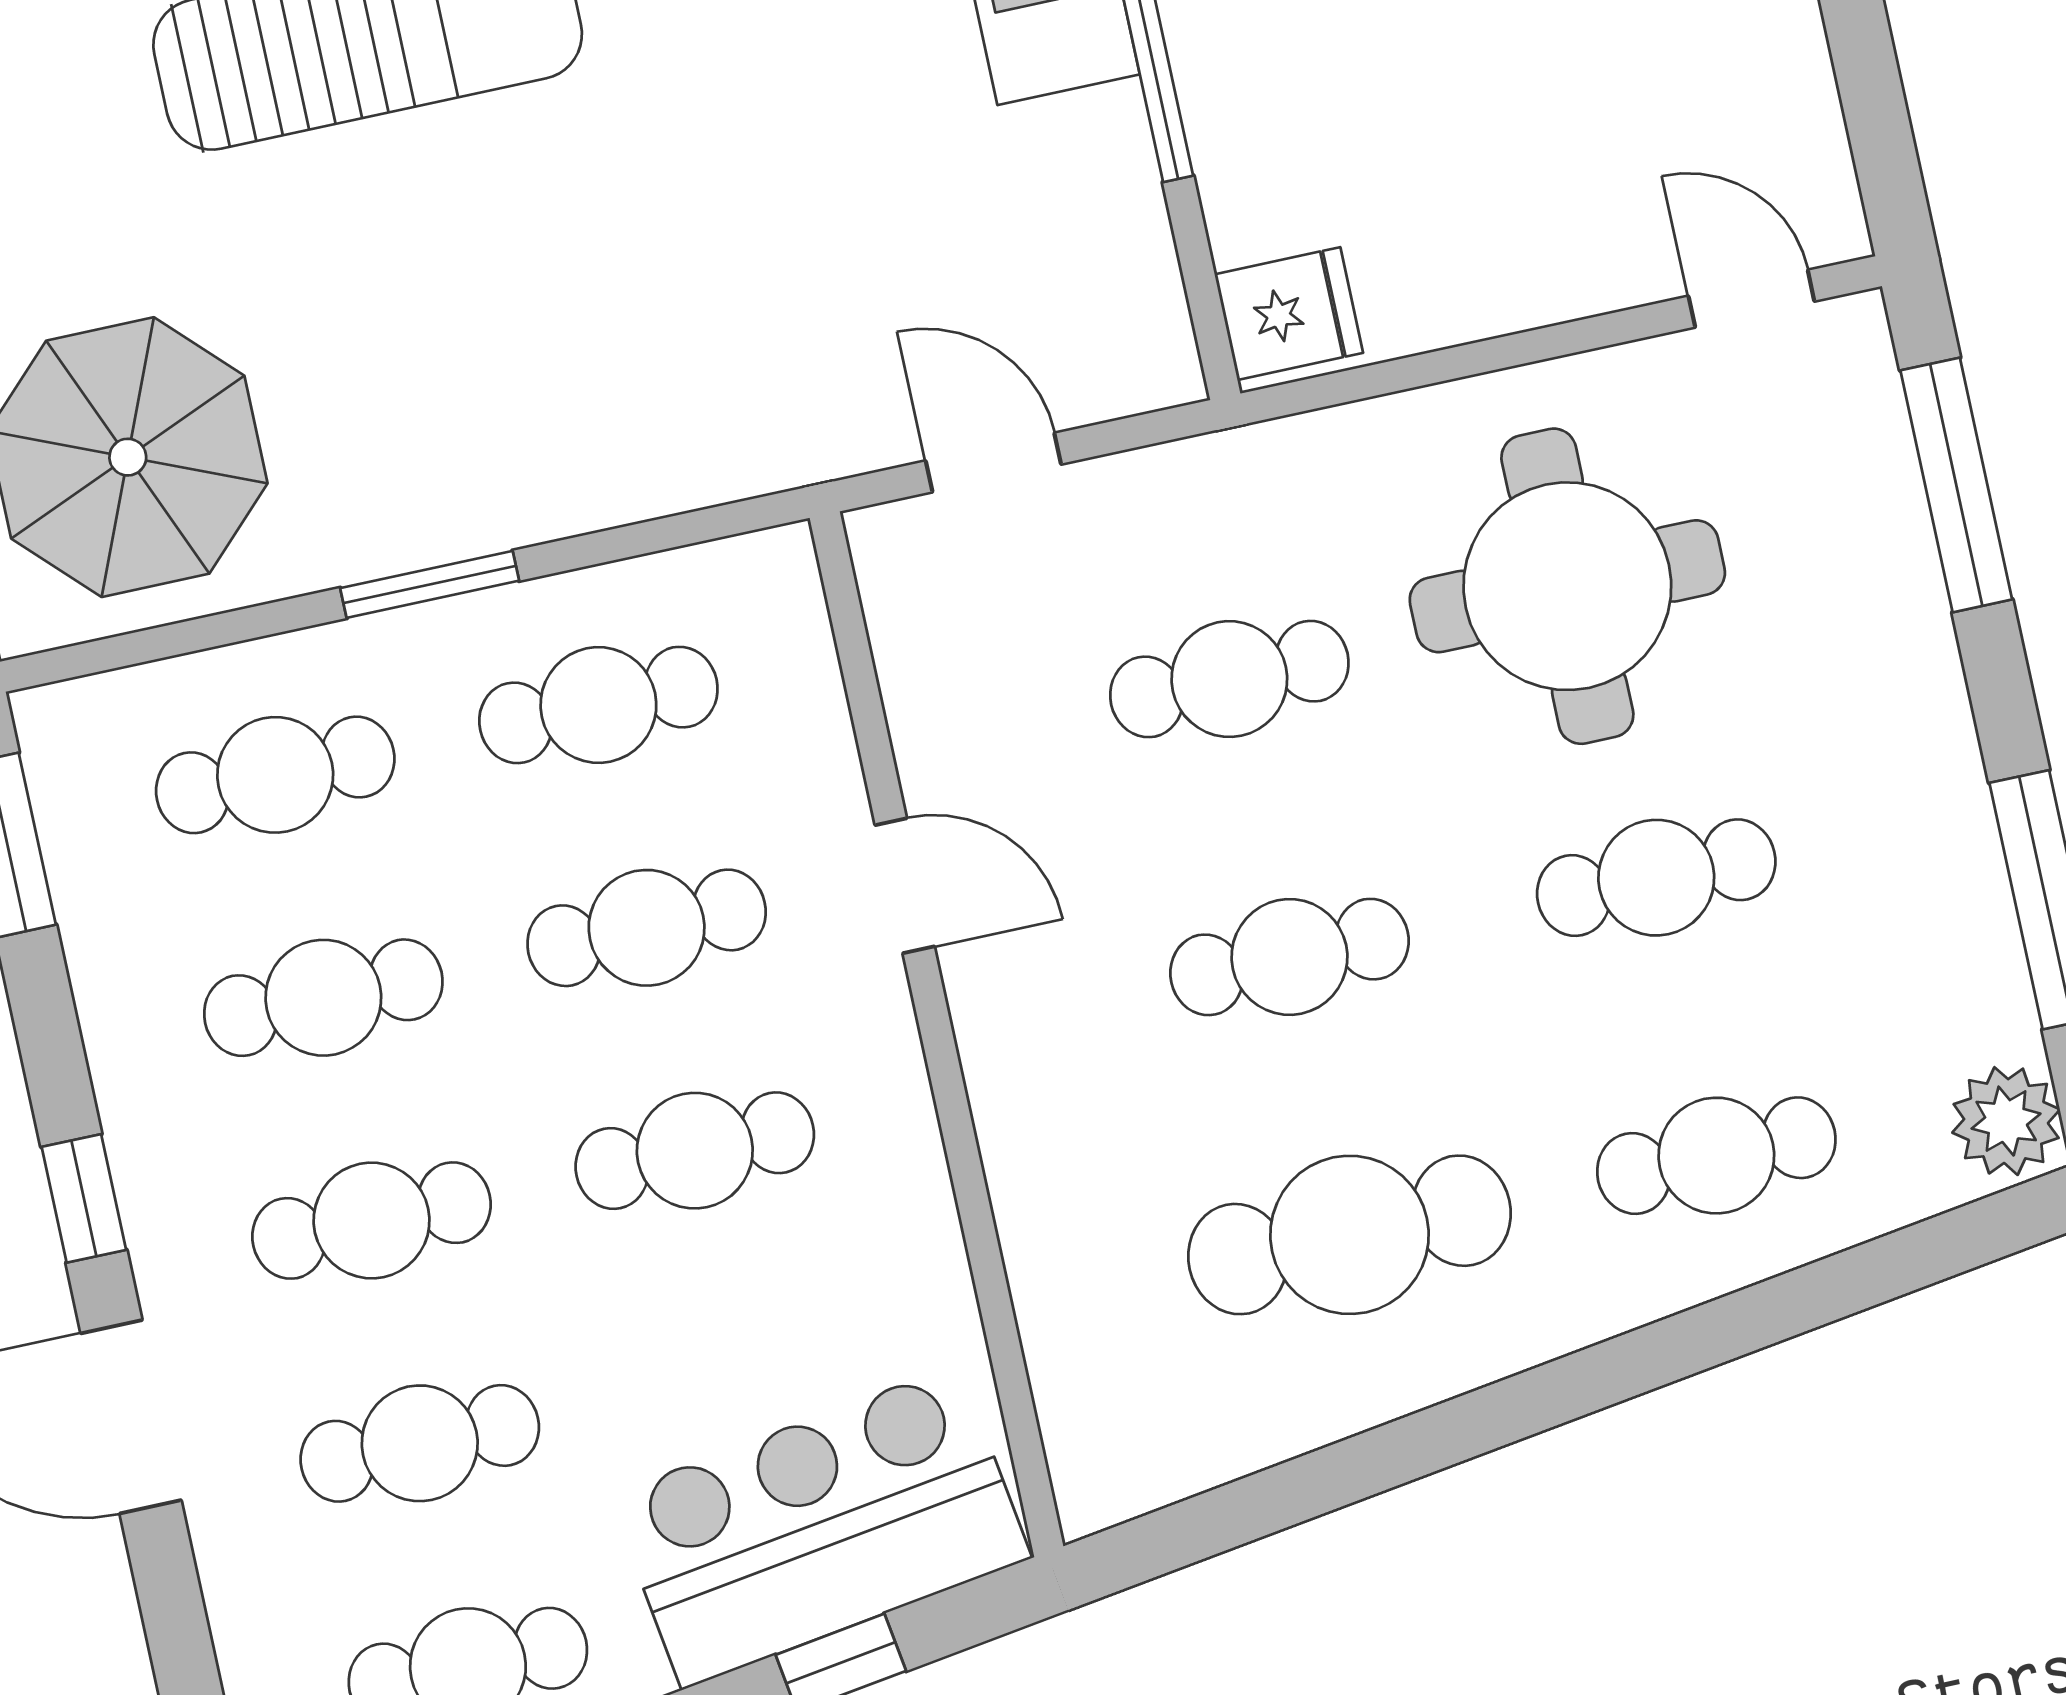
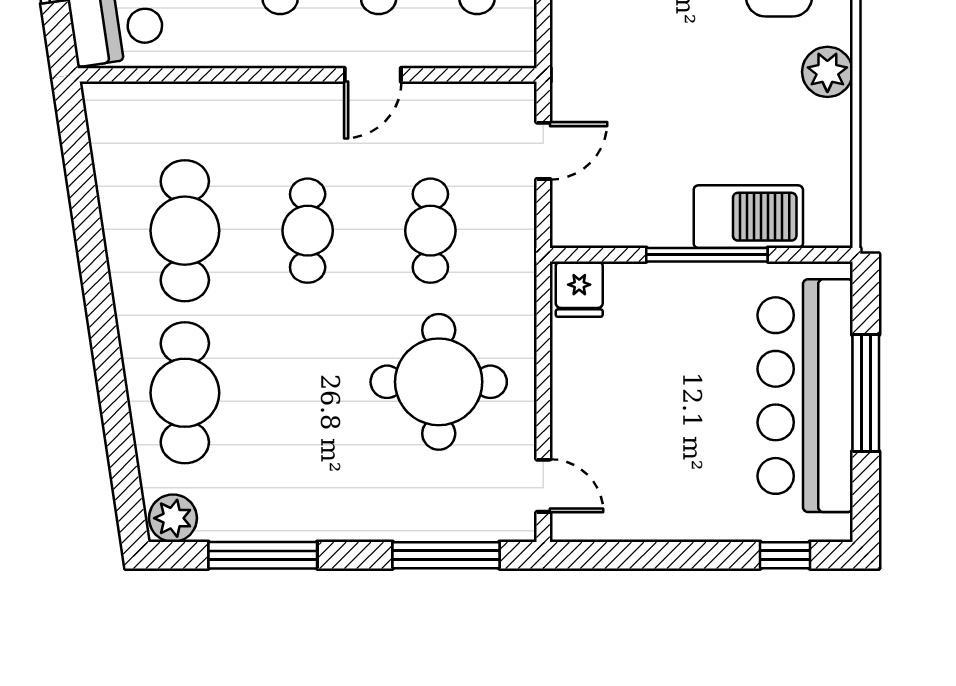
door: (1751, 299) -> (543, 486), hinge flipped
cafe table: (1656, 878) -> (308, 393), removed
cafe table: (1716, 1156) -> (185, 393), width x1.37, depth x1.35

